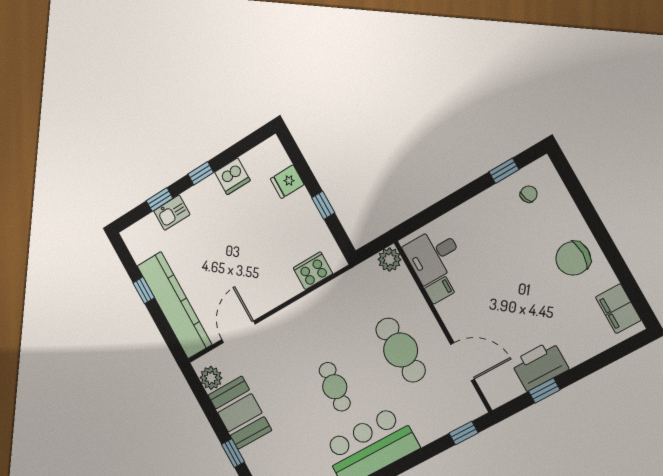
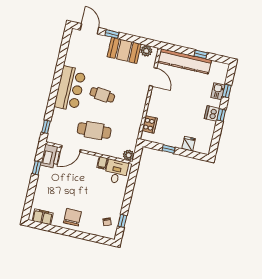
dishwasher: (232, 176) -> (212, 113), moved
printer: (540, 366) -> (50, 156), moved

